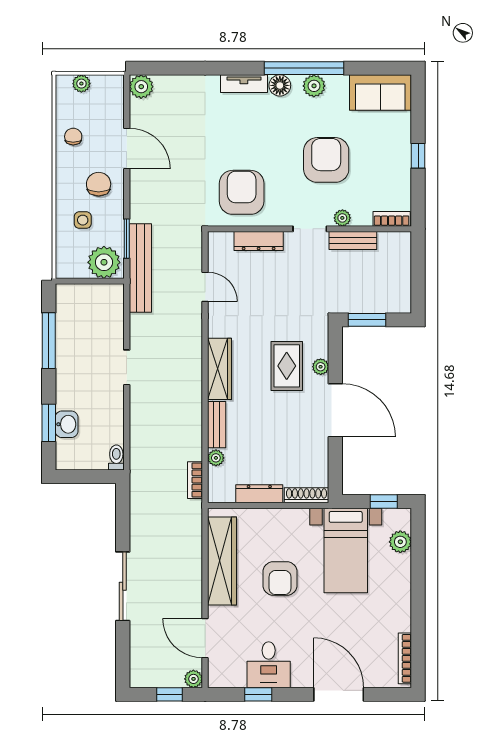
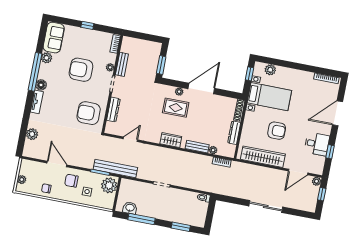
plant: (314, 86) -> (47, 58), moved
plant: (141, 87) -> (32, 134), moved
door: (127, 149) -> (57, 164), hinge flipped
wardrobe: (220, 369) -> (171, 140), width x0.67
washbasin: (67, 424) -> (130, 208), moved

